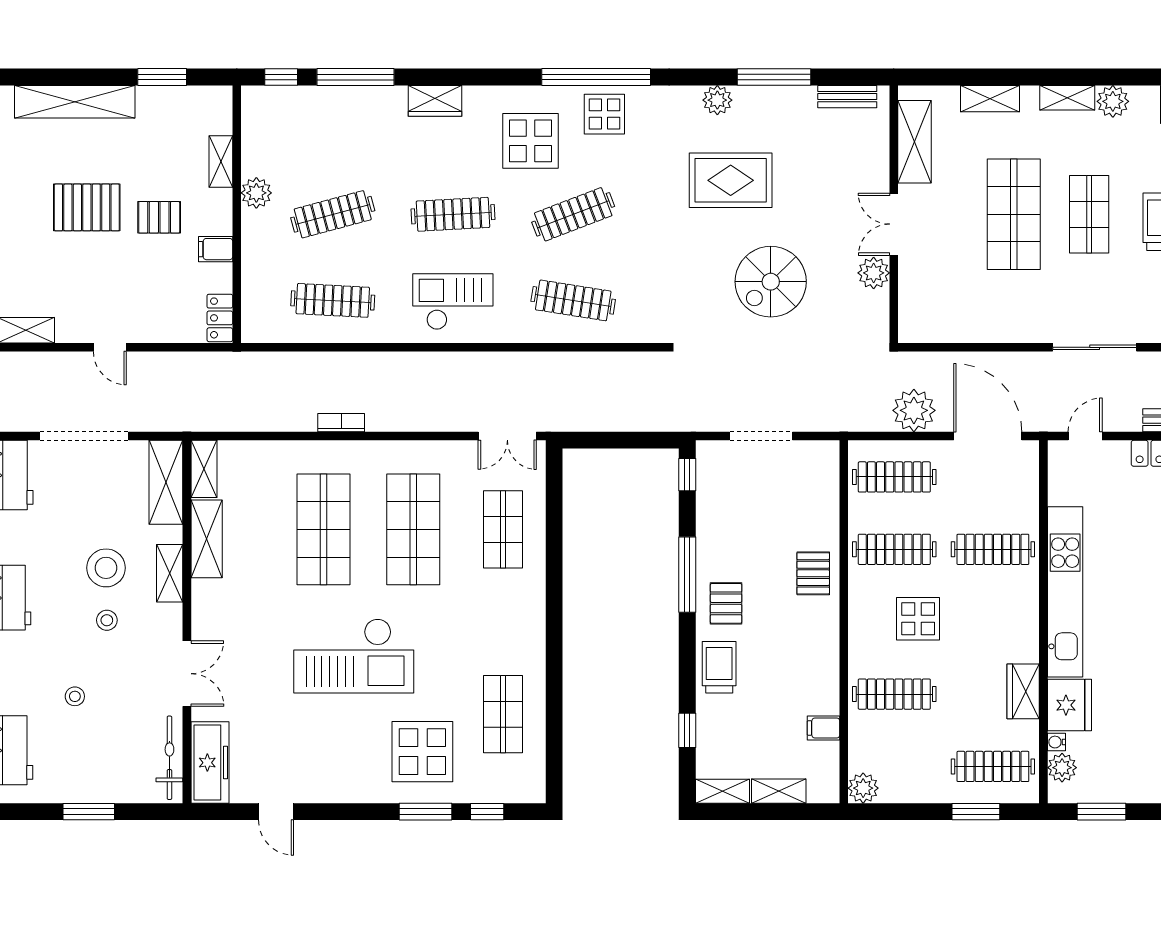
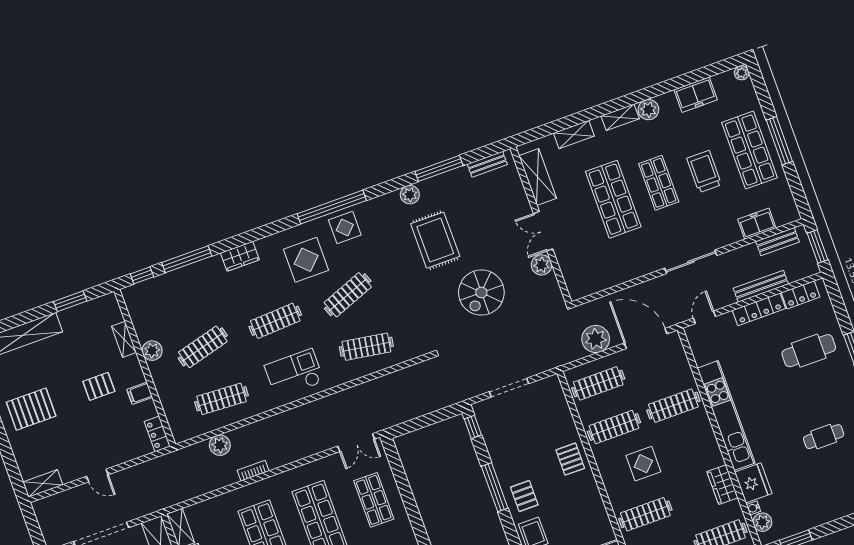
rug: (731, 180) -> (435, 240), turned 90
pallet: (87, 207) -> (31, 409), moved
plant: (306, 368) -> (220, 445), added

